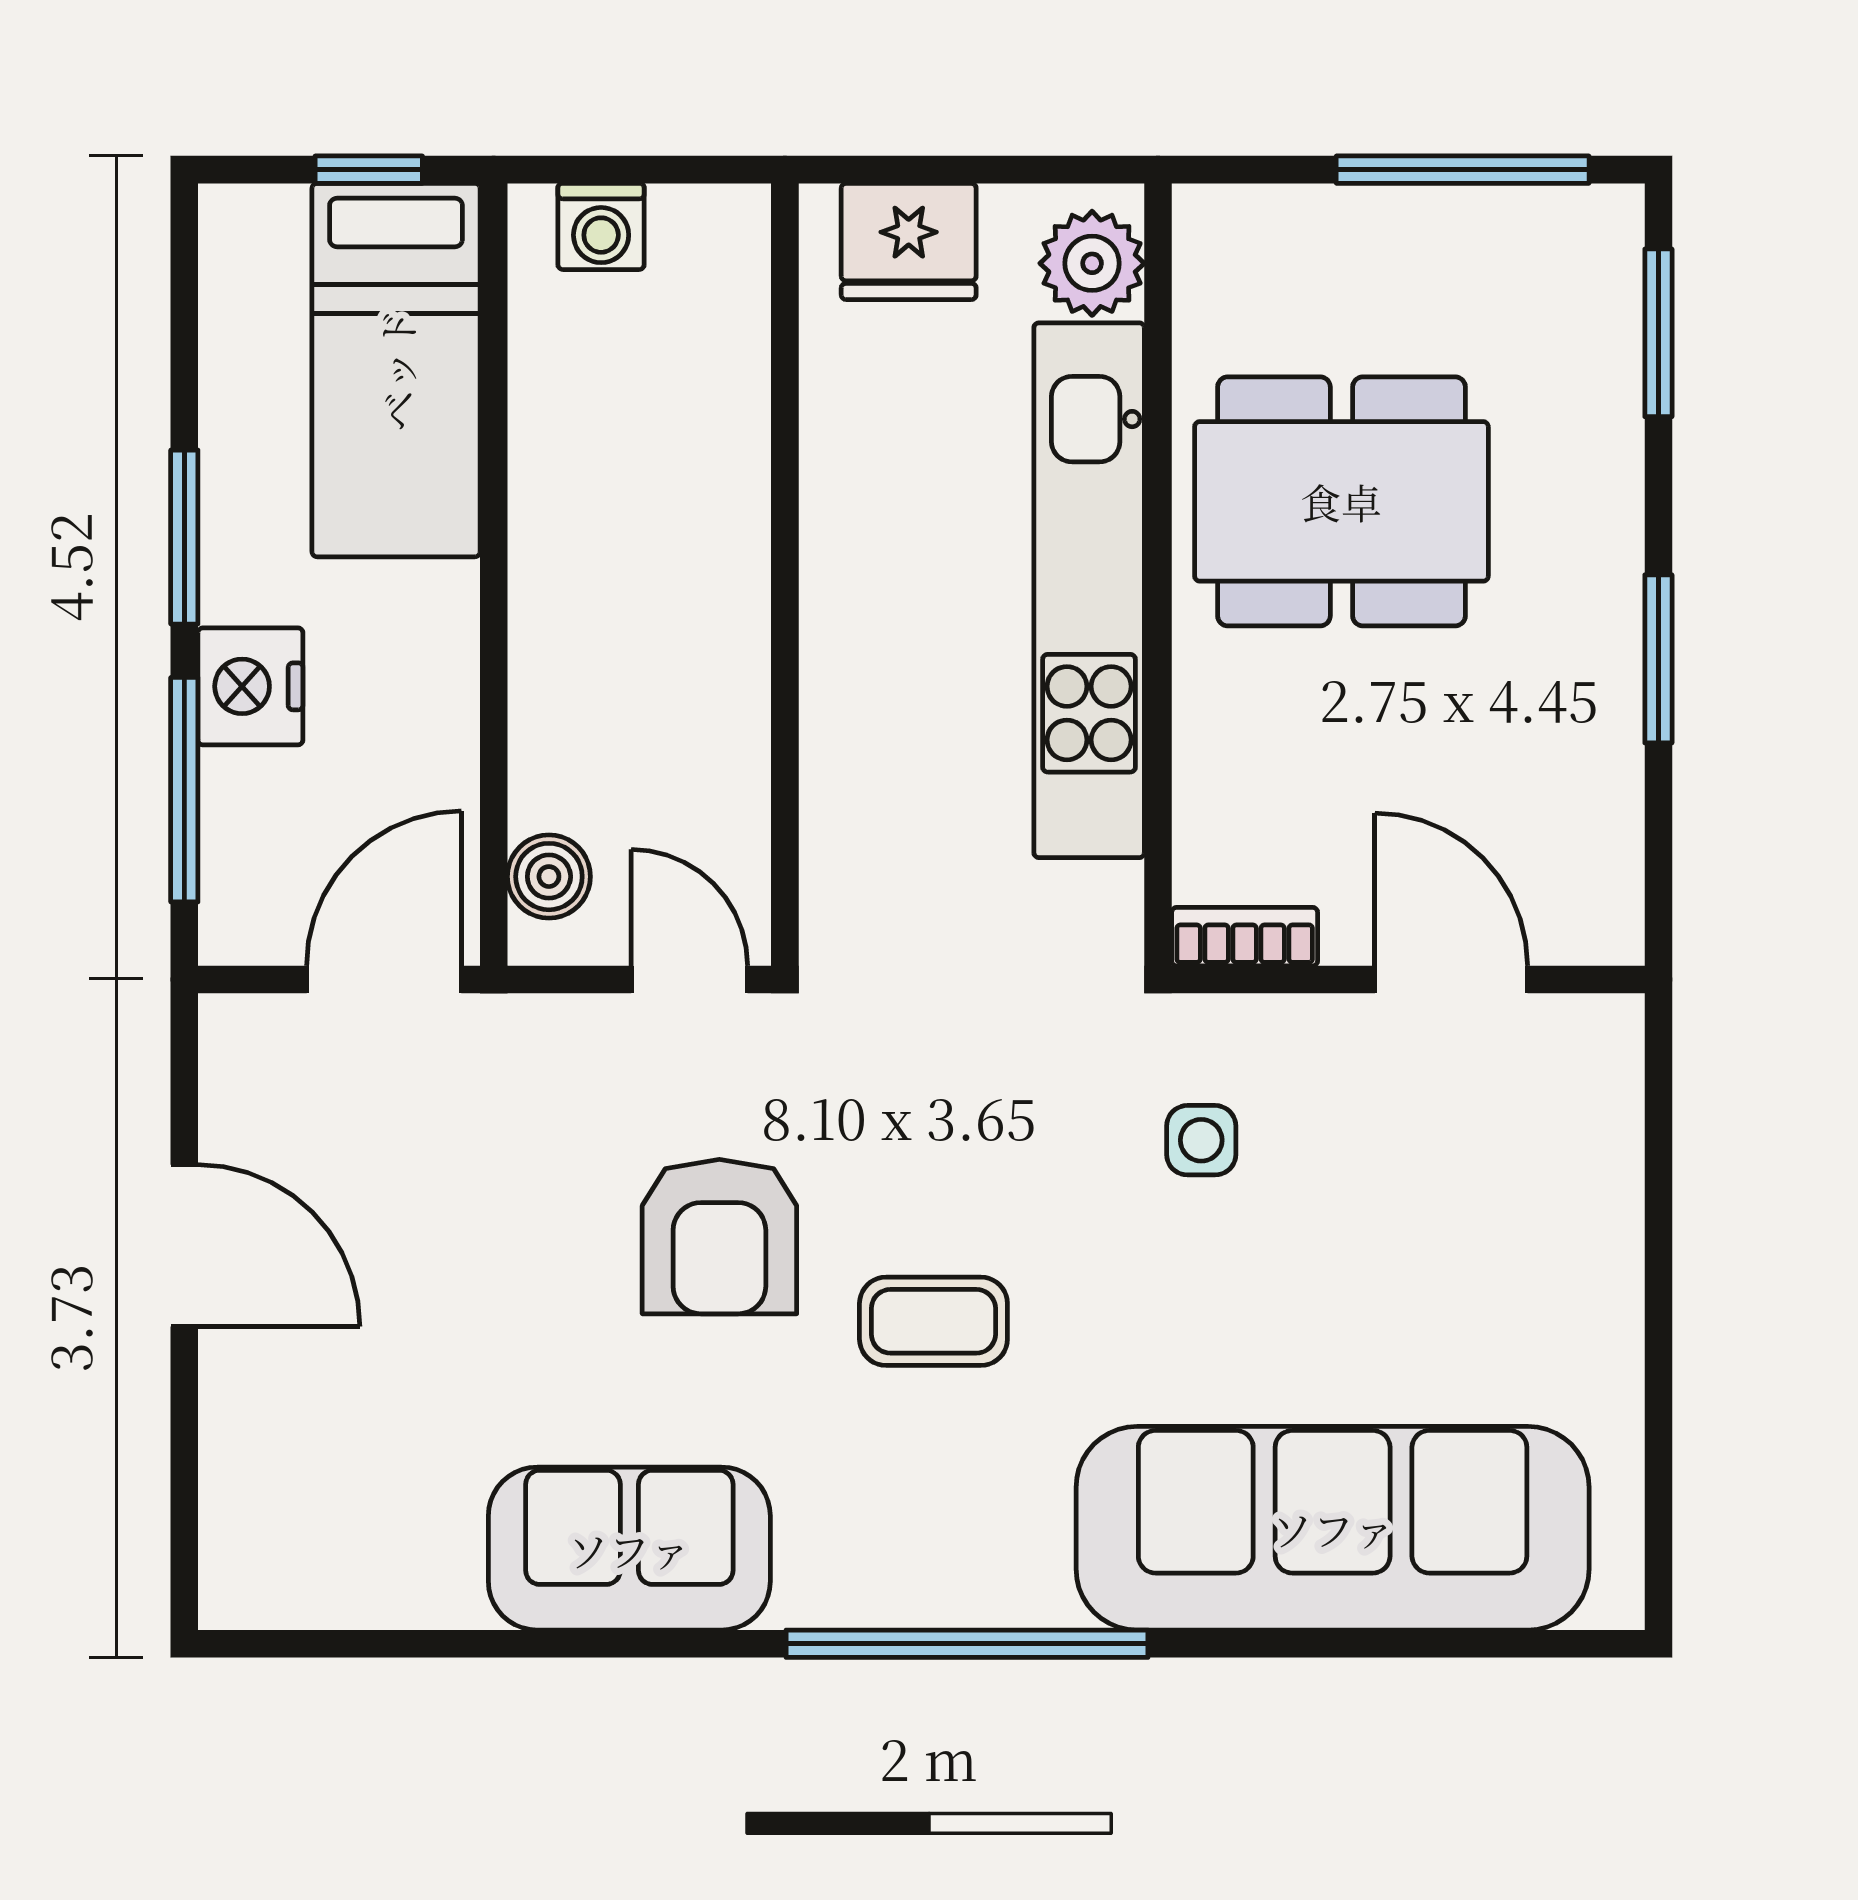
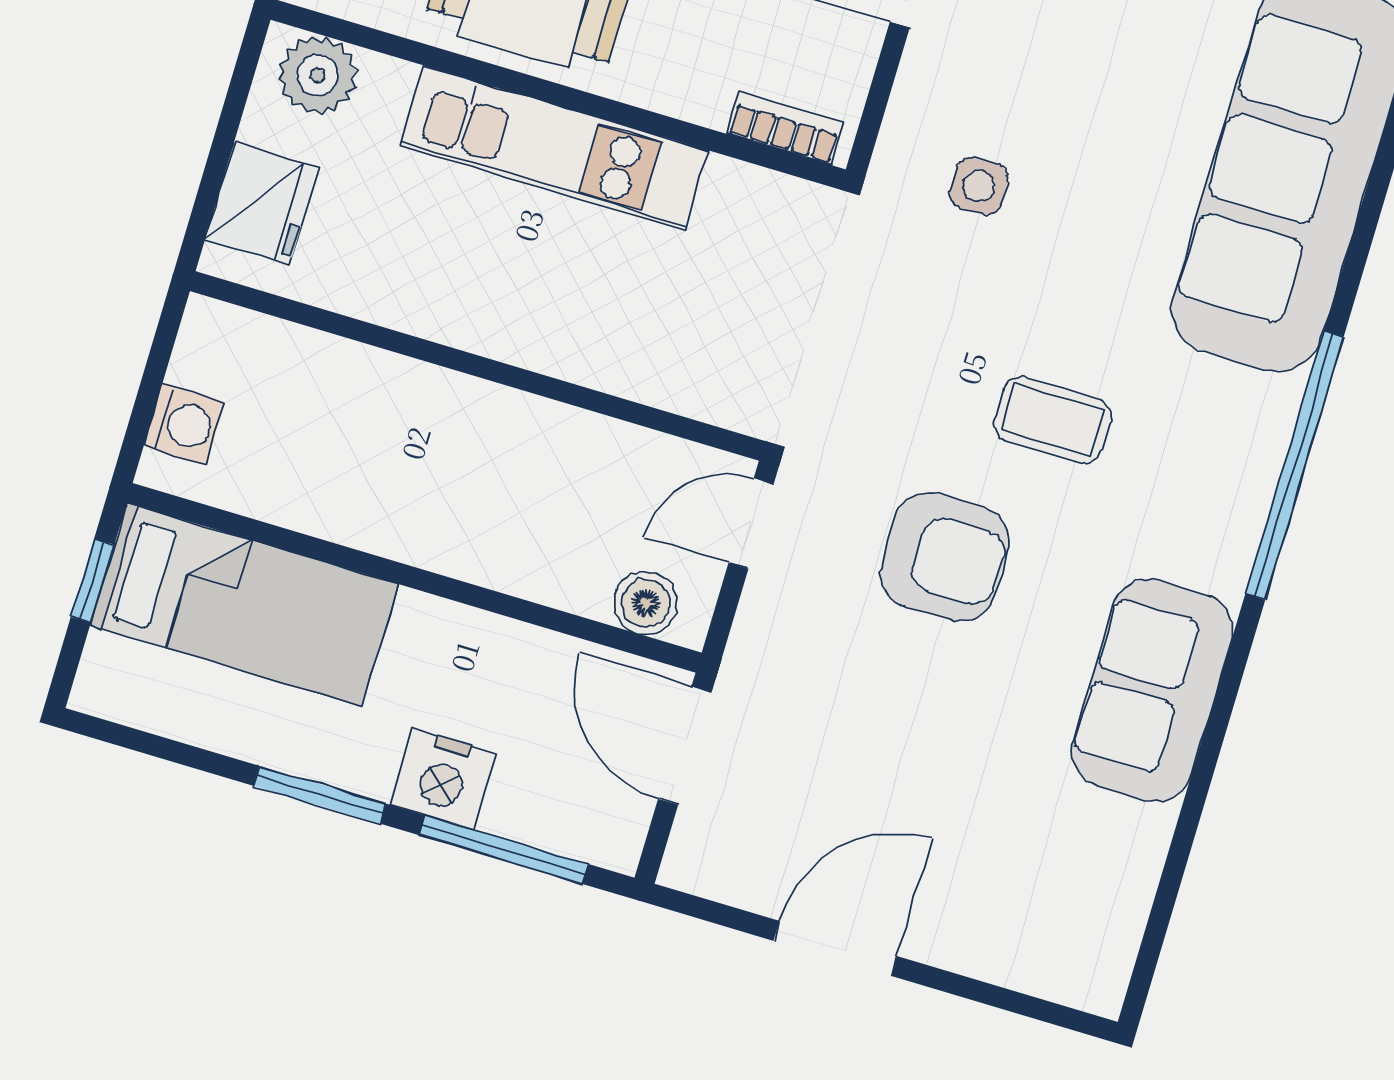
kitchen unit: (1089, 590) -> (555, 148), width x0.73
bookcase: (1245, 937) -> (785, 128), moved, turned 90
coffee table: (933, 1321) -> (1053, 420), turned 90

